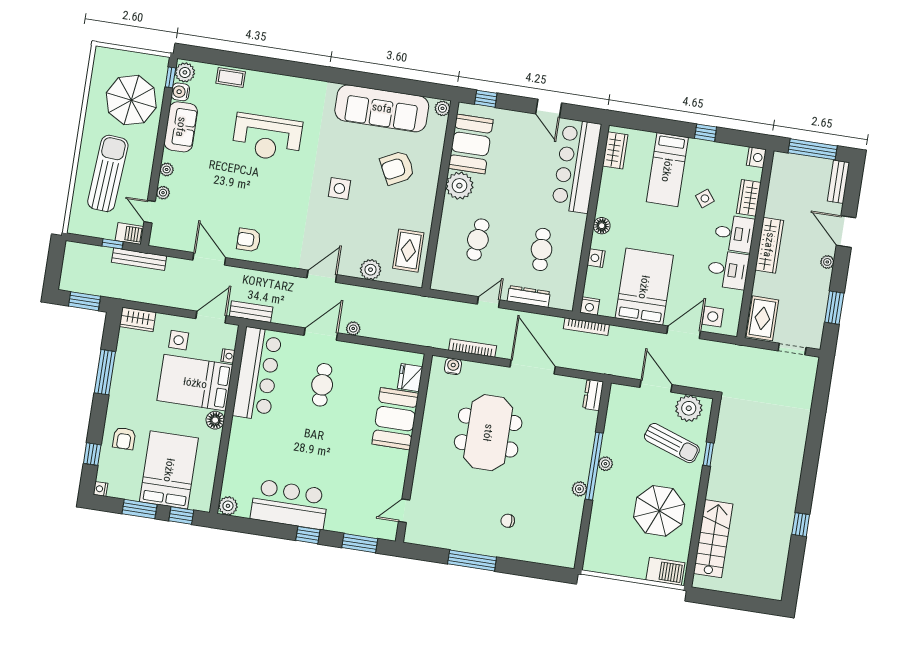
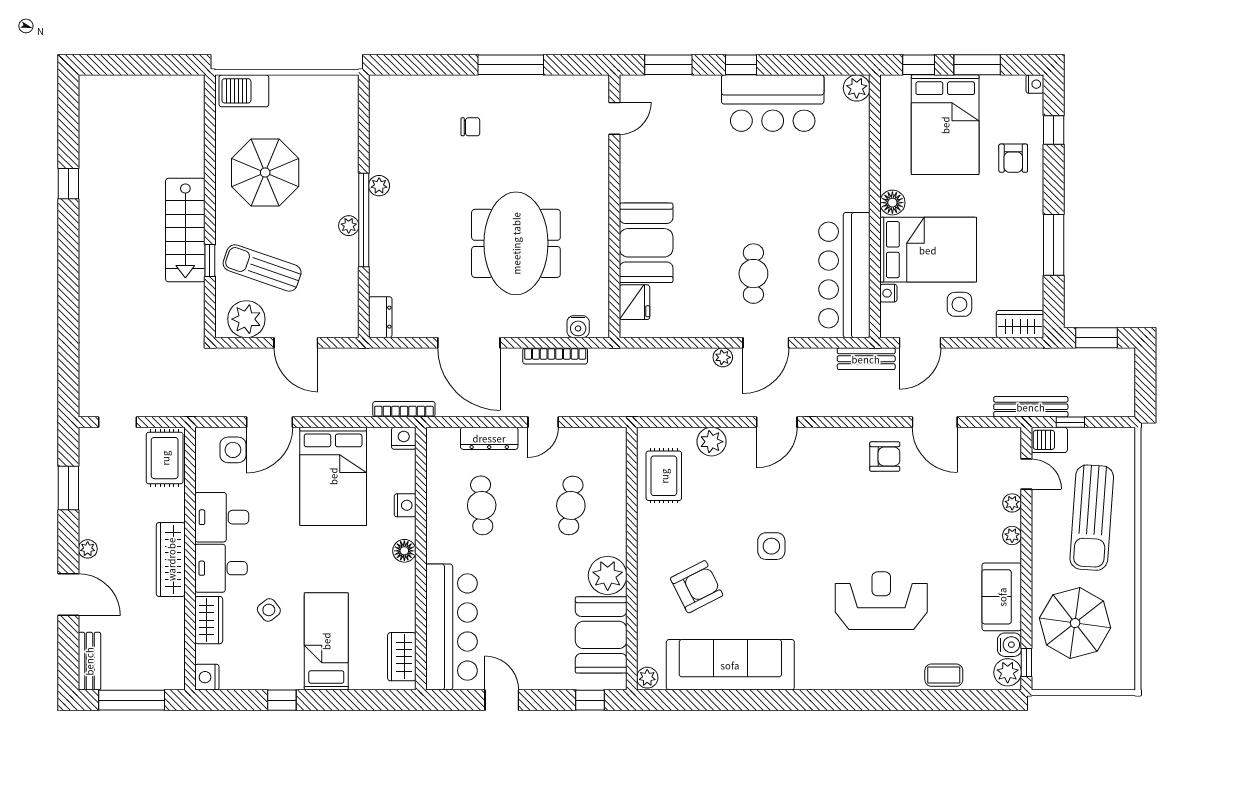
armchair: (124, 438) -> (1013, 158), turned 180
stairs: (713, 539) -> (185, 230), moved

